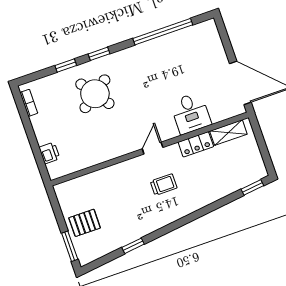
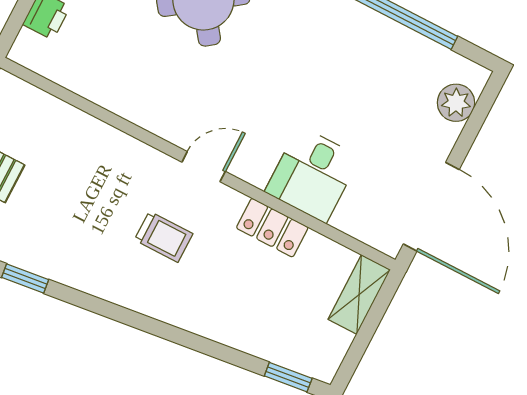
plant: (213, 41) -> (456, 103), added
shelving: (228, 133) -> (359, 294), moved, turned 90

